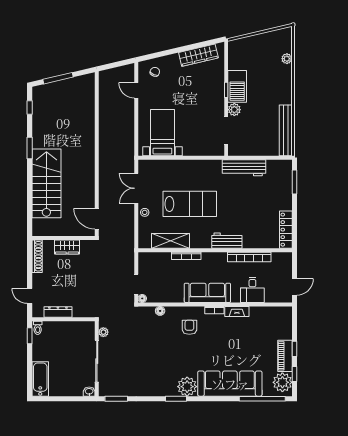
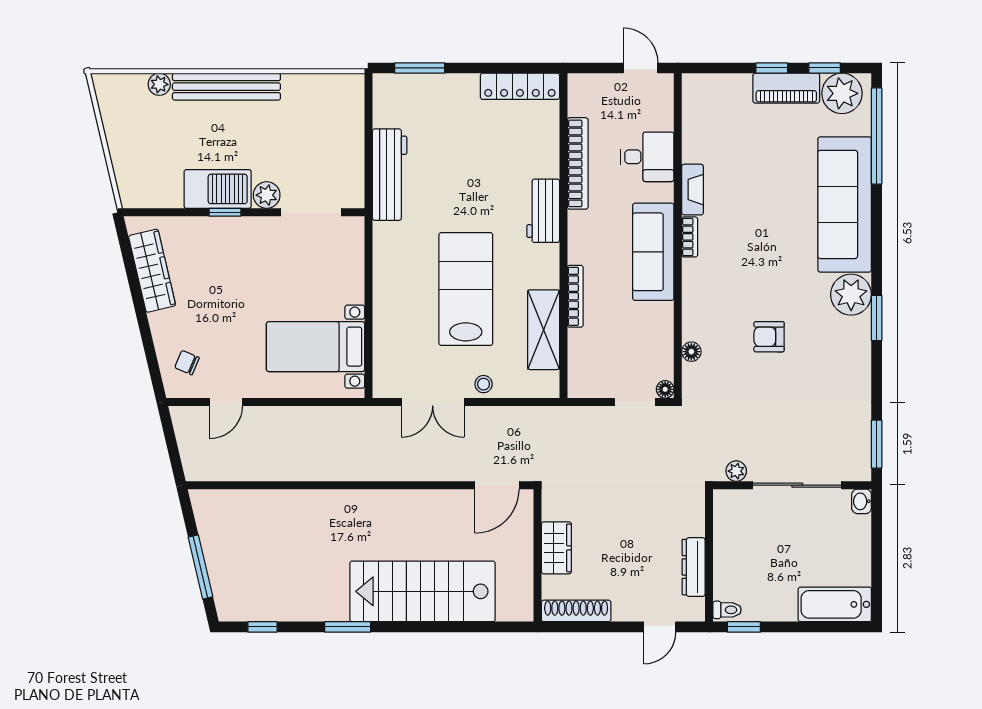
bench: (286, 130) -> (226, 87), moved
armchair: (189, 327) -> (769, 337), moved

